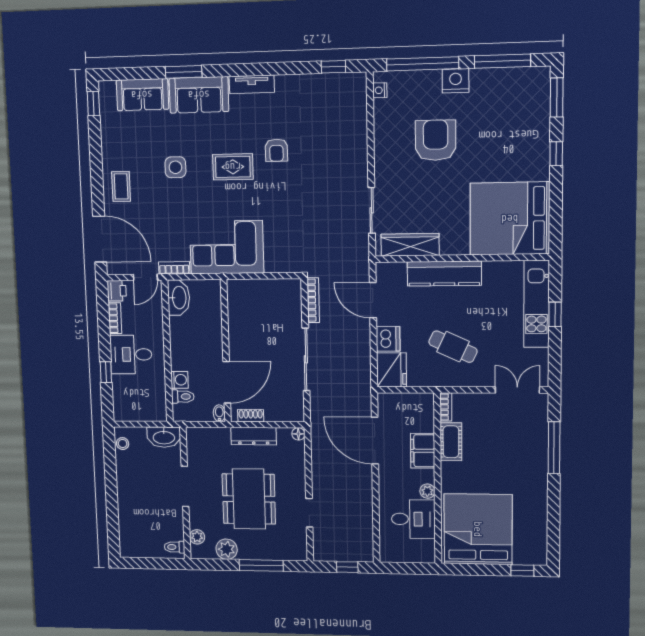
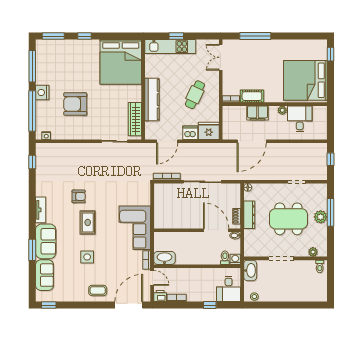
desk: (131, 354) -> (229, 289), moved
washing machine: (179, 380) -> (235, 259), moved
plant: (227, 549) -> (321, 217), moved

